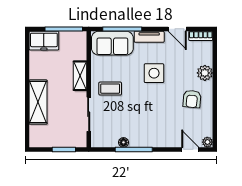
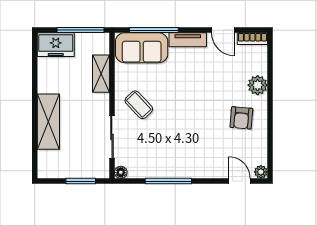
side table: (154, 73) -> (194, 85), removed
shelving: (80, 76) -> (101, 74), moved
coffee table: (110, 89) -> (139, 105), turned 47
floor lamp: (123, 142) -> (121, 172), moved

